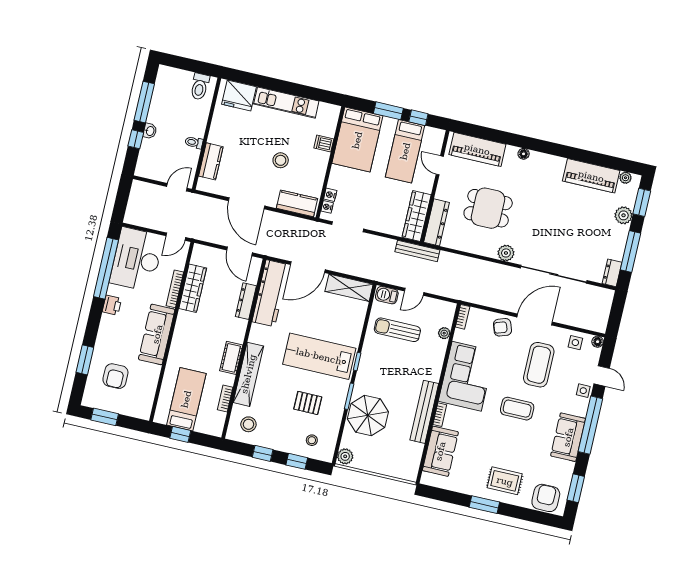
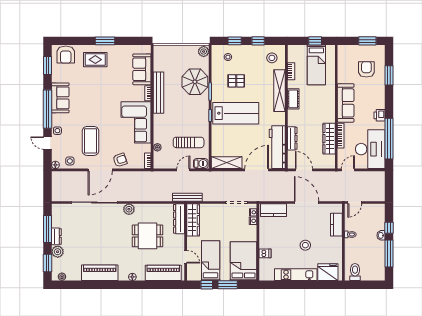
stool: (281, 160) -> (305, 245), moved
piano: (591, 176) -> (100, 273), moved
dresser: (612, 273) -> (56, 236), moved
coffee table: (517, 409) -> (98, 109), removed

